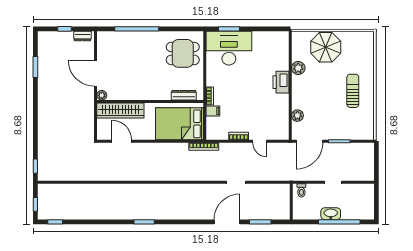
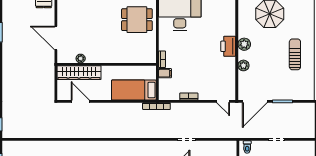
plant: (298, 68) -> (244, 44), moved
plant: (102, 95) -> (81, 59), moved
dresser: (184, 95) -> (138, 58), removed
plant: (297, 116) -> (243, 65), moved
bed: (179, 124) -> (134, 90), width x0.67
door: (260, 141) -> (223, 101), moved

